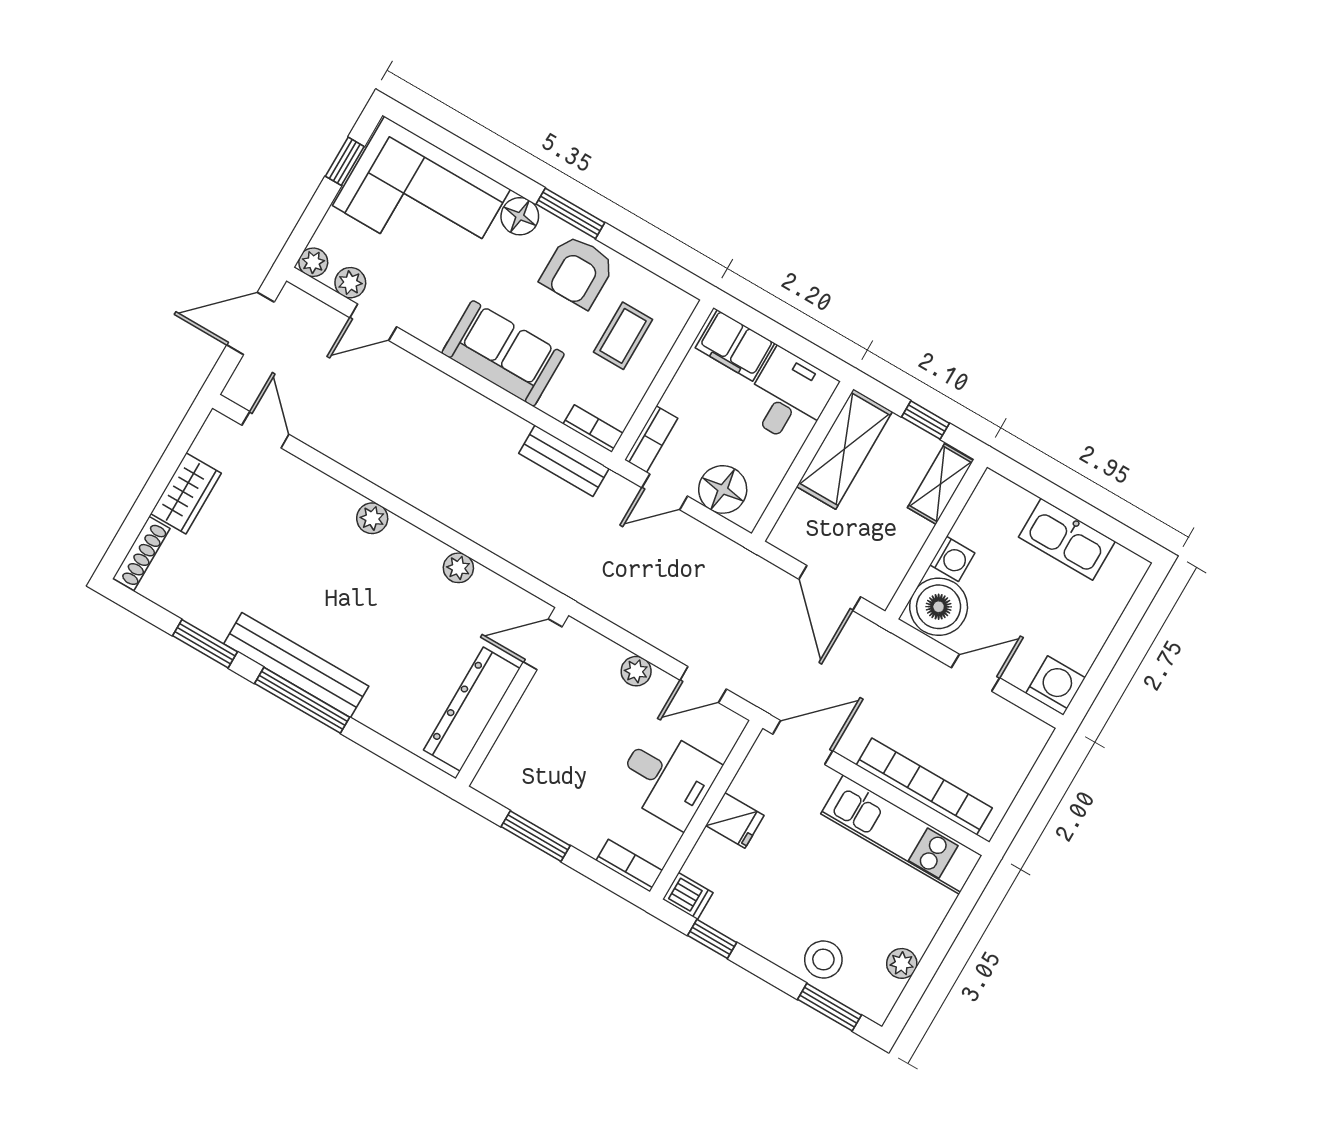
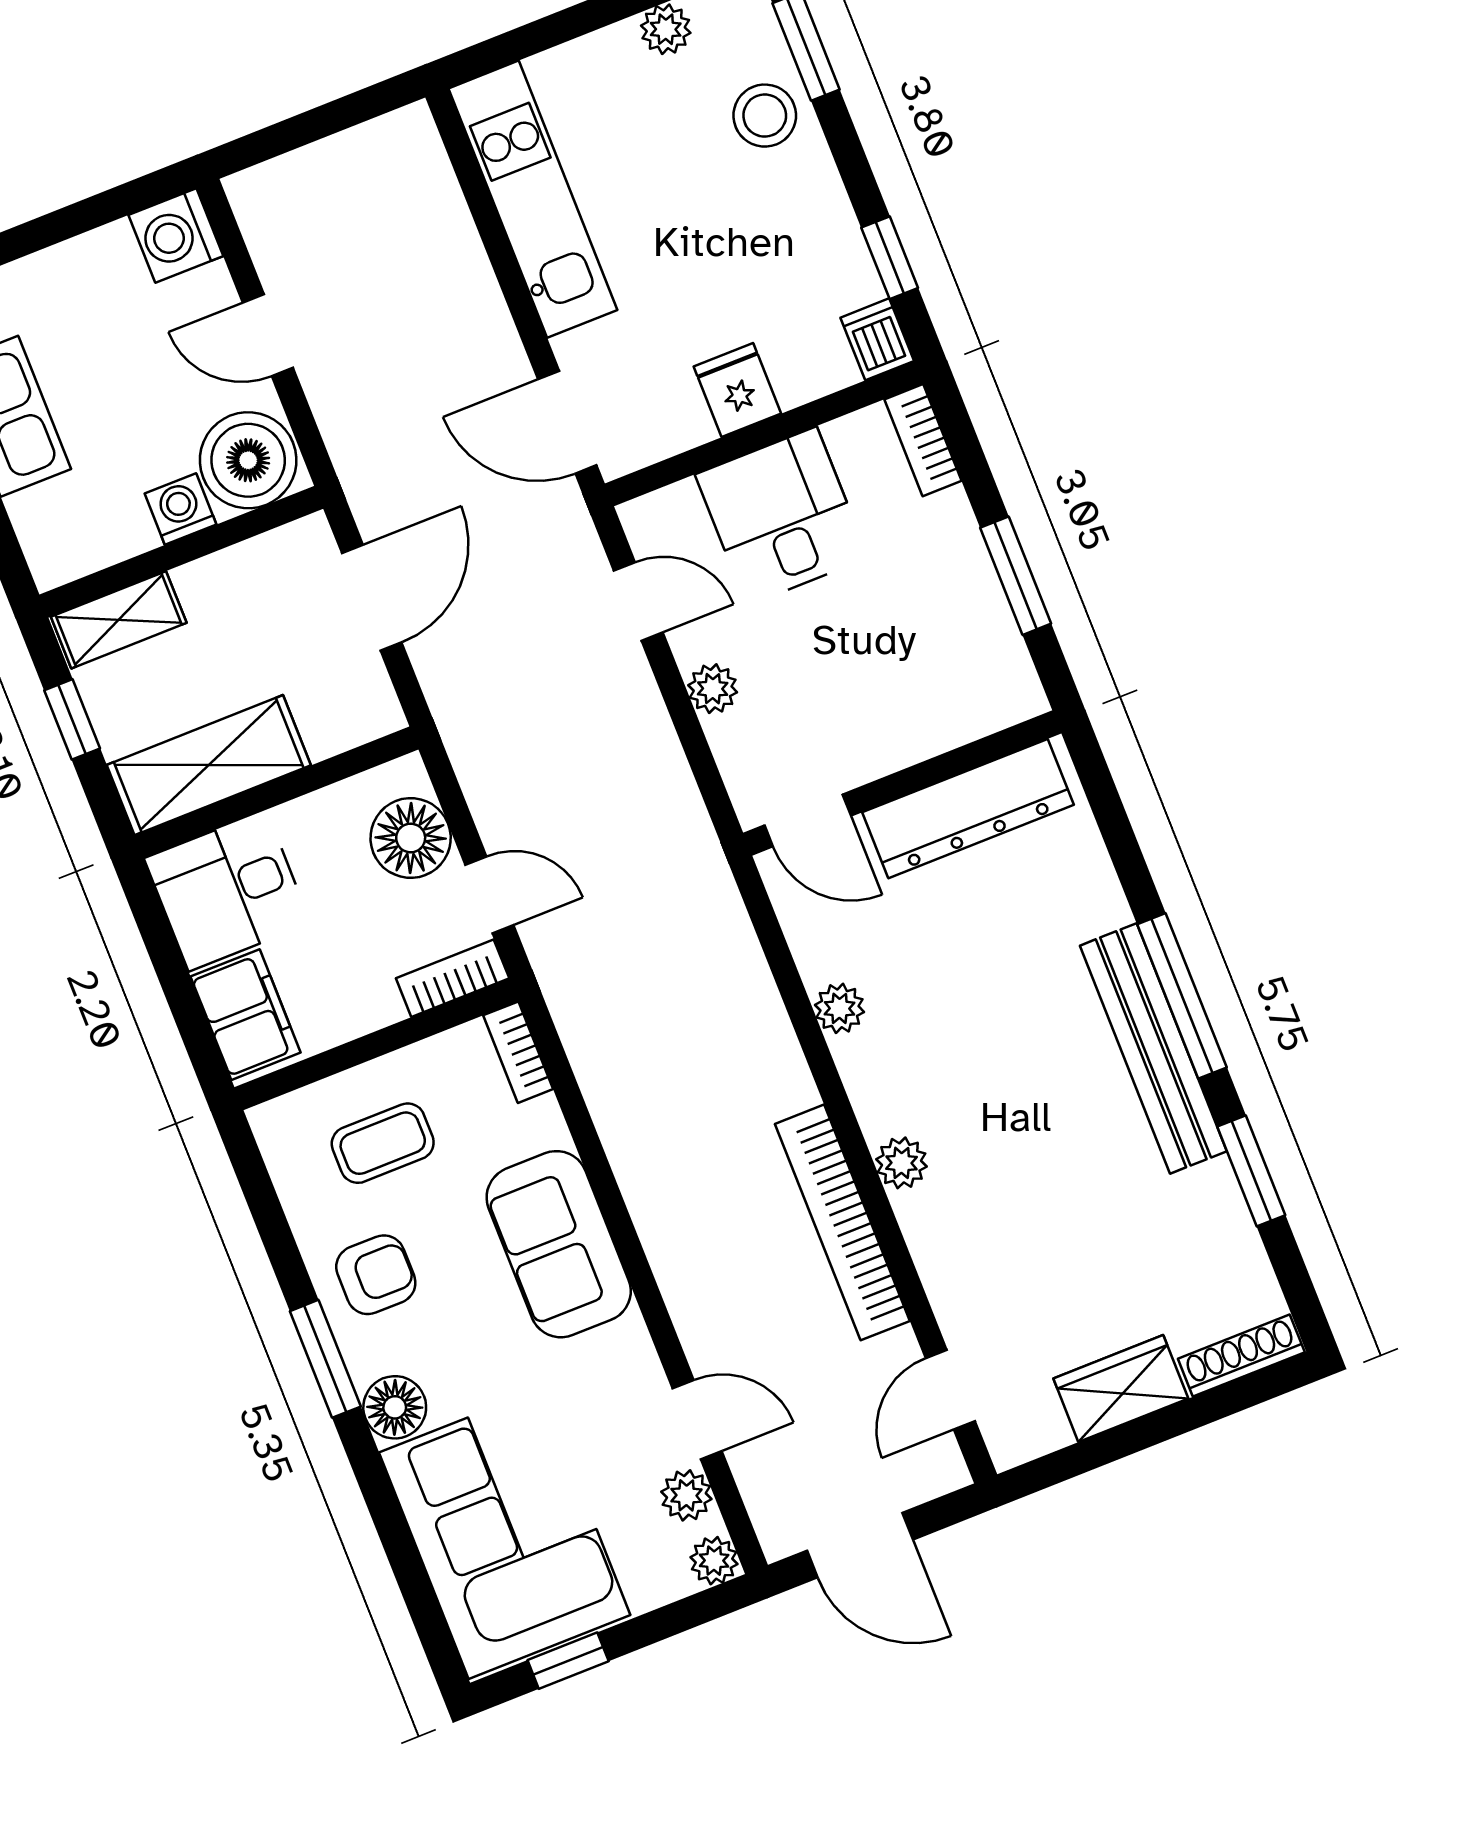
armchair: (578, 271) -> (376, 1275), width x0.72, depth x0.72
bench: (564, 461) -> (590, 1040), removed
bookcase: (924, 786) -> (842, 1222), moved

